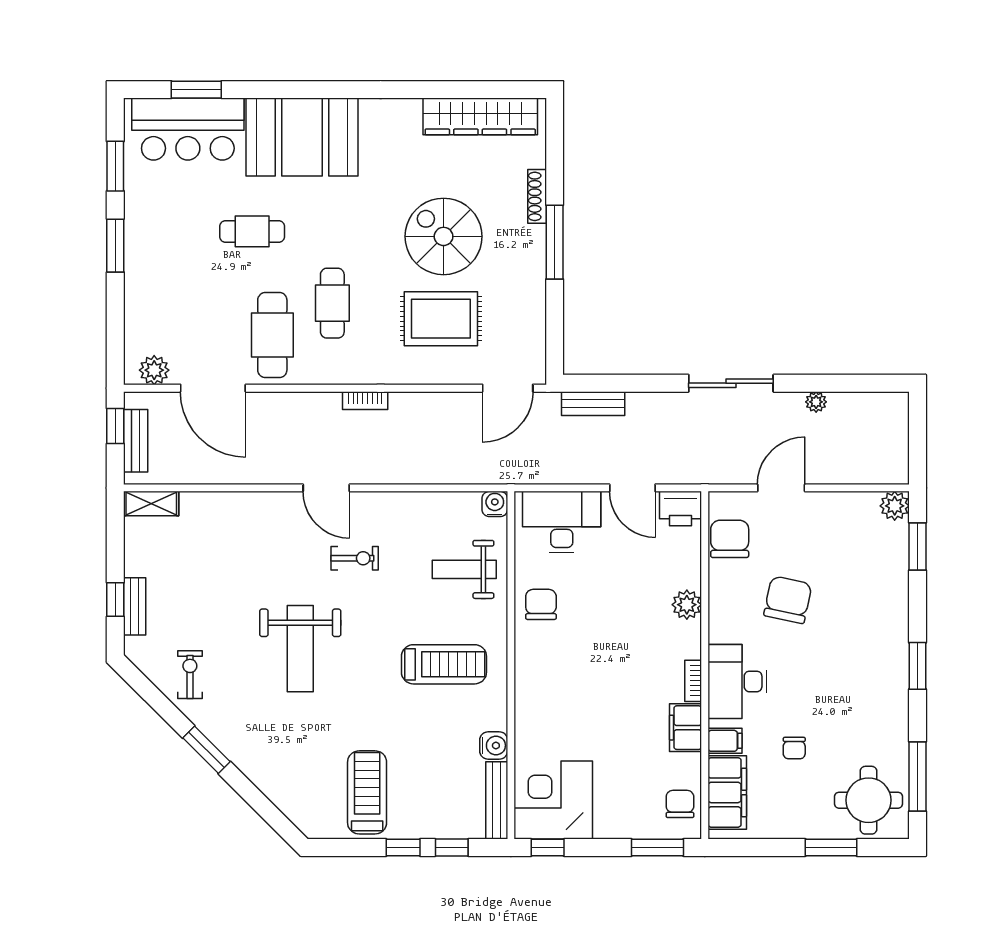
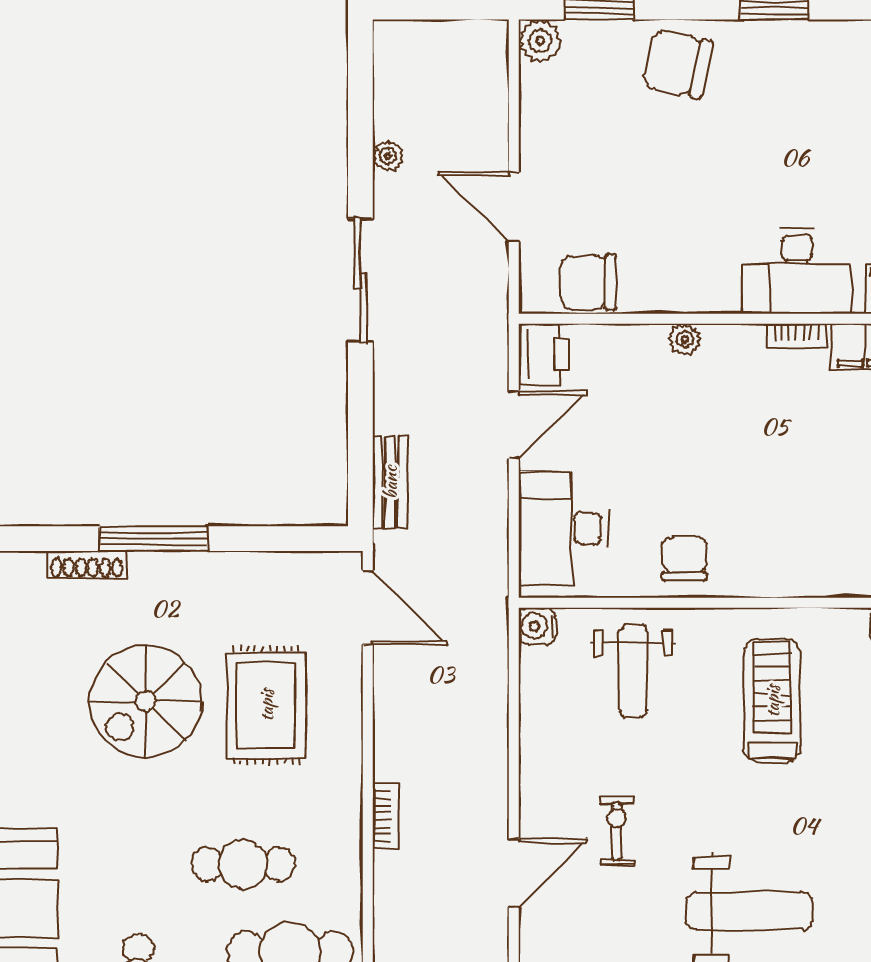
chair: (788, 600) -> (678, 64), moved
chair: (541, 604) -> (684, 559), turned 90
plant: (687, 605) -> (685, 339), width x0.73, depth x0.73

